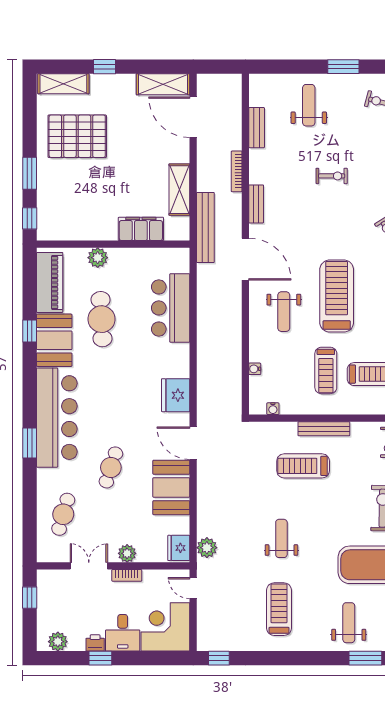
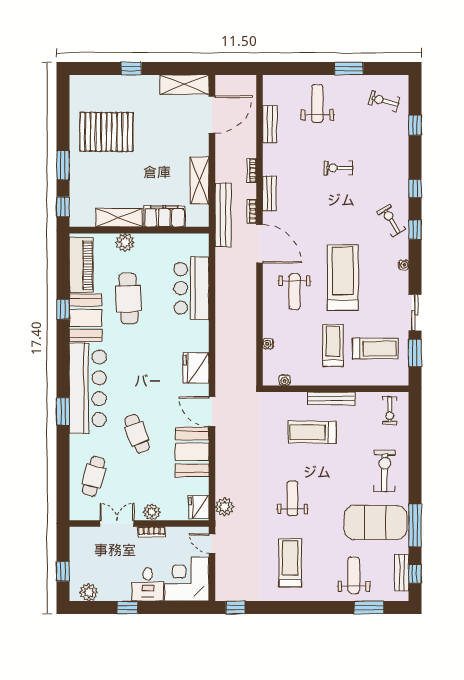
shelving: (63, 84) -> (119, 218), moved
door: (193, 117) -> (212, 115), swing flipped
bookcase: (237, 171) -> (252, 171), width x0.64
exercise bike: (332, 176) -> (338, 168), turned 180
bookcase: (237, 223) -> (252, 211), added
treadmill: (326, 370) -> (333, 345), turned 180
cafe table: (111, 467) -> (137, 434), turned -39
window: (30, 598) -> (63, 571), moved
printer: (95, 643) -> (123, 594), removed

